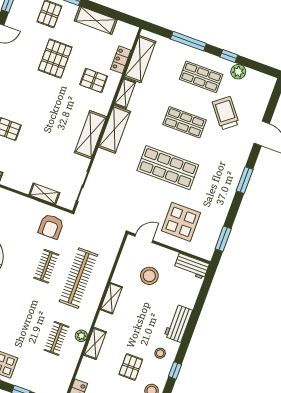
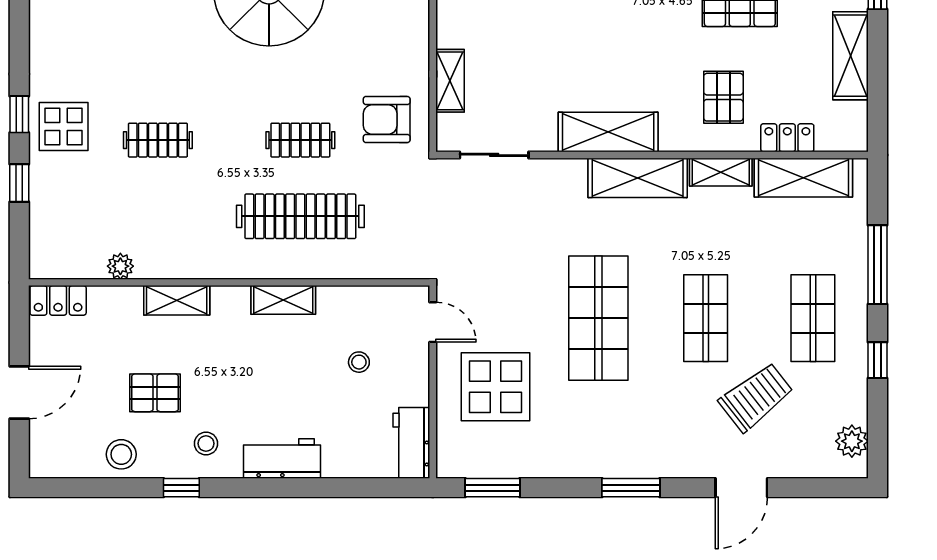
plant: (238, 72) -> (852, 441), moved
stool: (149, 276) -> (359, 362), width x0.53, depth x0.53
plant: (81, 336) -> (120, 266), moved
clothes rail: (56, 338) -> (158, 140), moved

